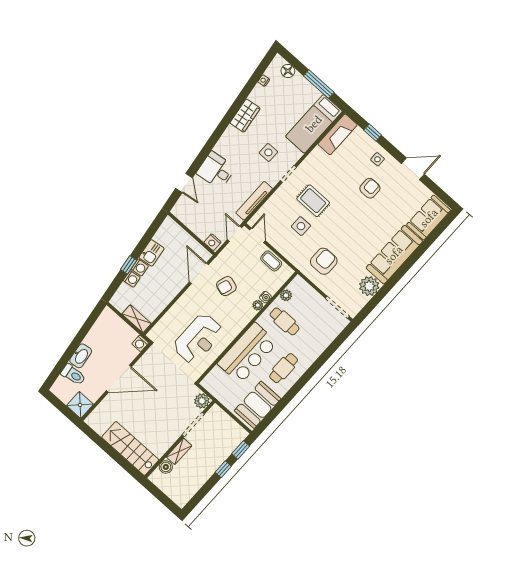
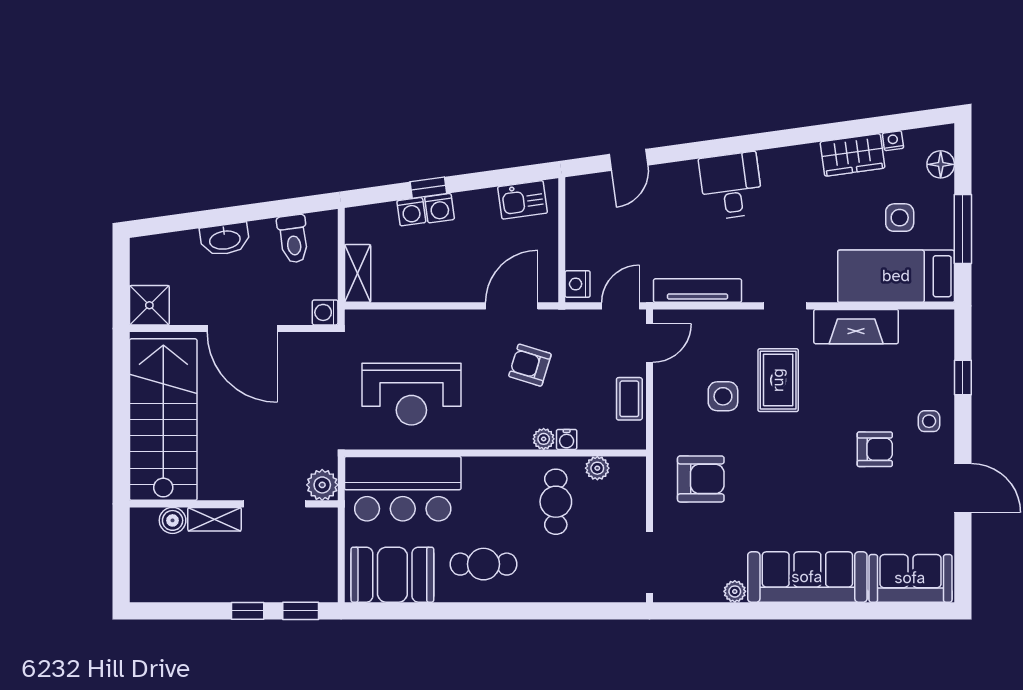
wardrobe: (245, 116) -> (853, 155), moved
fireplace: (338, 134) -> (856, 327), moved
side table: (268, 152) -> (900, 218), moved
desk: (216, 170) -> (731, 186), moved
kitchen sink: (152, 253) -> (523, 200), moved
plant: (369, 286) -> (735, 591), width x0.53, depth x0.53
bar counter: (247, 353) -> (403, 489), moved
toilet: (73, 375) -> (293, 239), moved
stairs: (130, 448) -> (163, 420), width x1.36, depth x1.51

